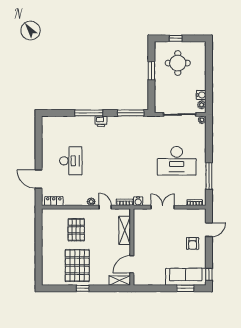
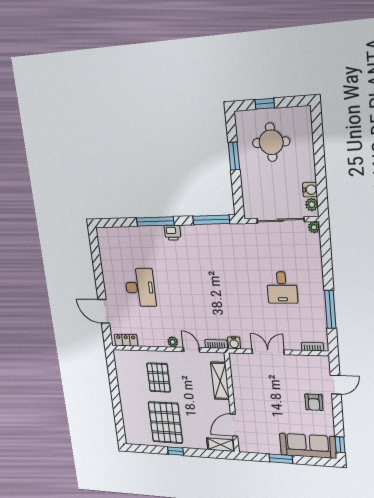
desk: (177, 161) -> (282, 288), width x0.53, depth x0.77
window: (185, 288) -> (281, 459), moved

